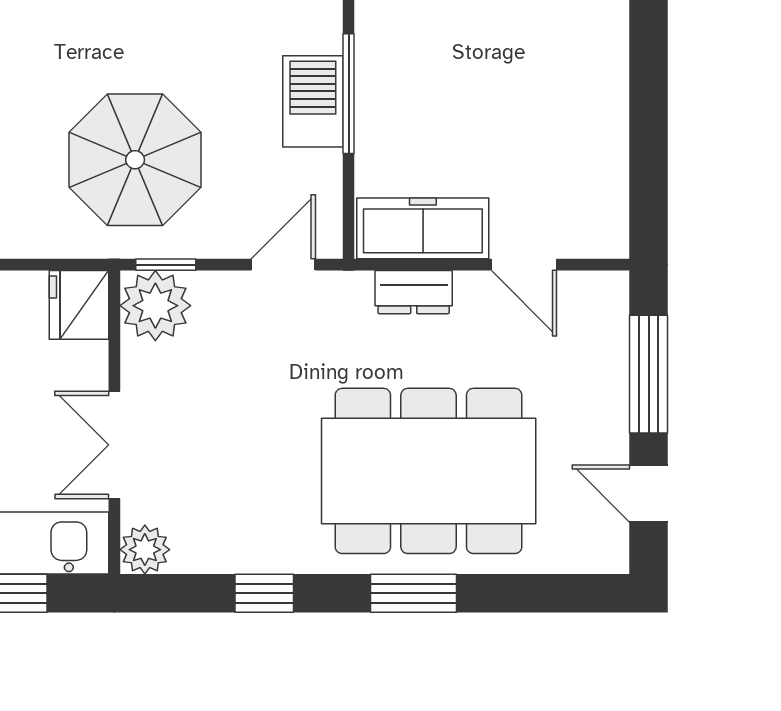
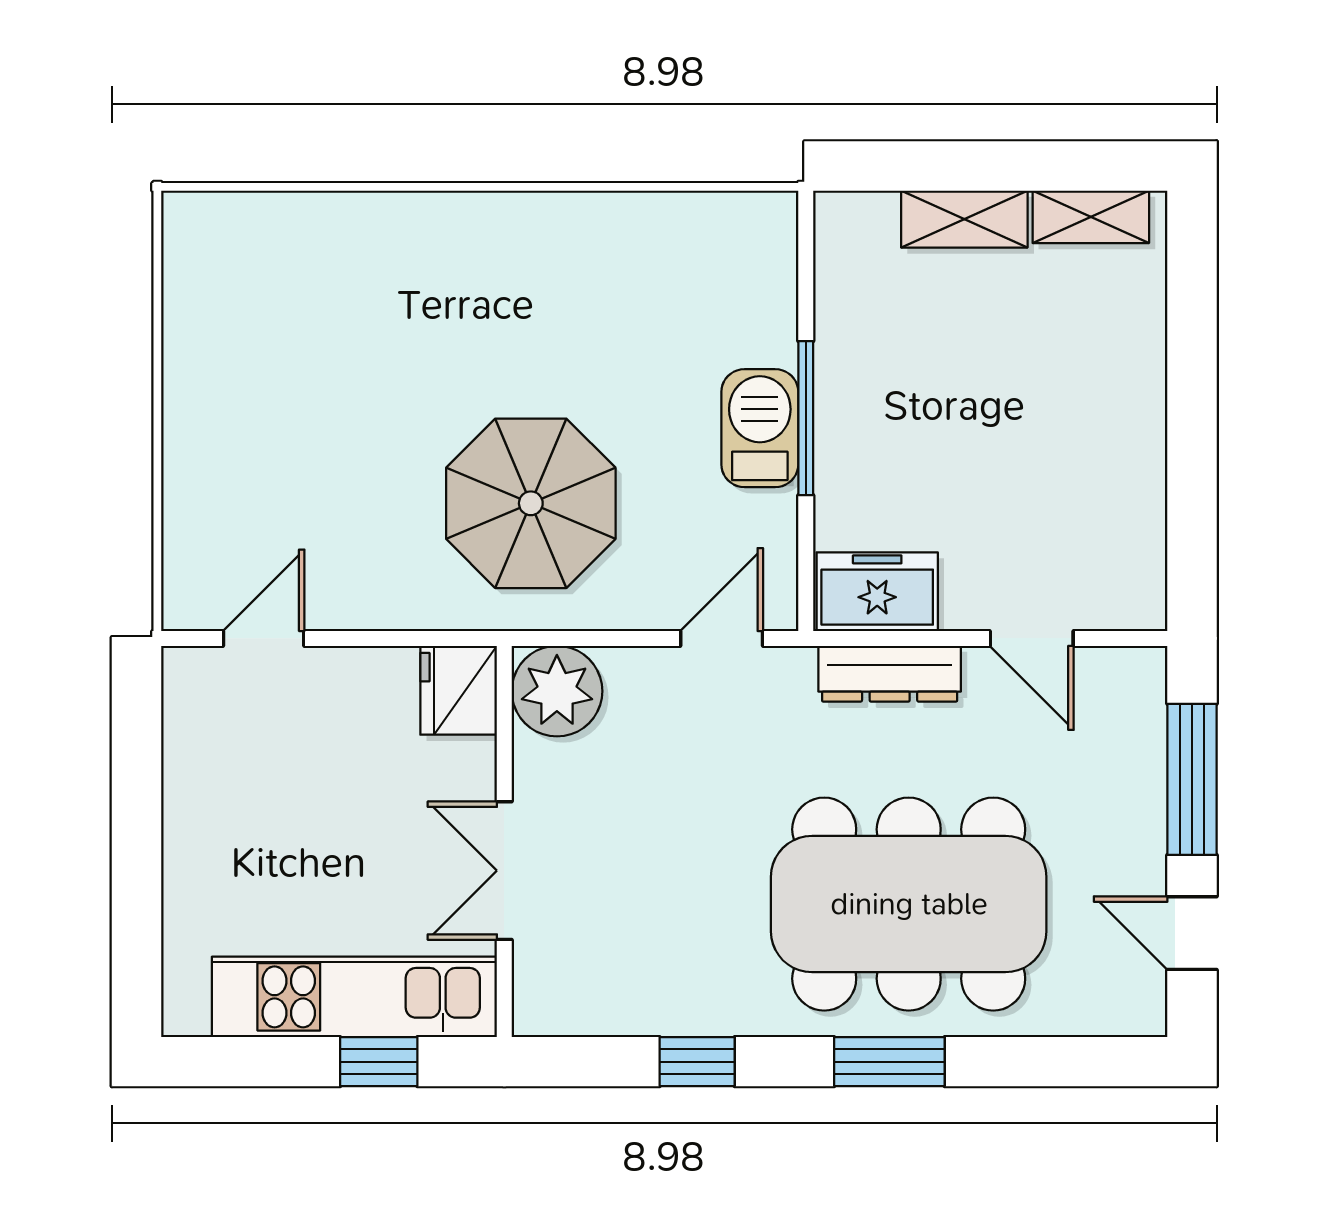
freezer: (423, 228) -> (877, 592), width x0.71
window: (166, 265) -> (570, 638), removed
dresser: (414, 292) -> (890, 674), width x1.44
plant: (145, 550) -> (543, 1005), removed

